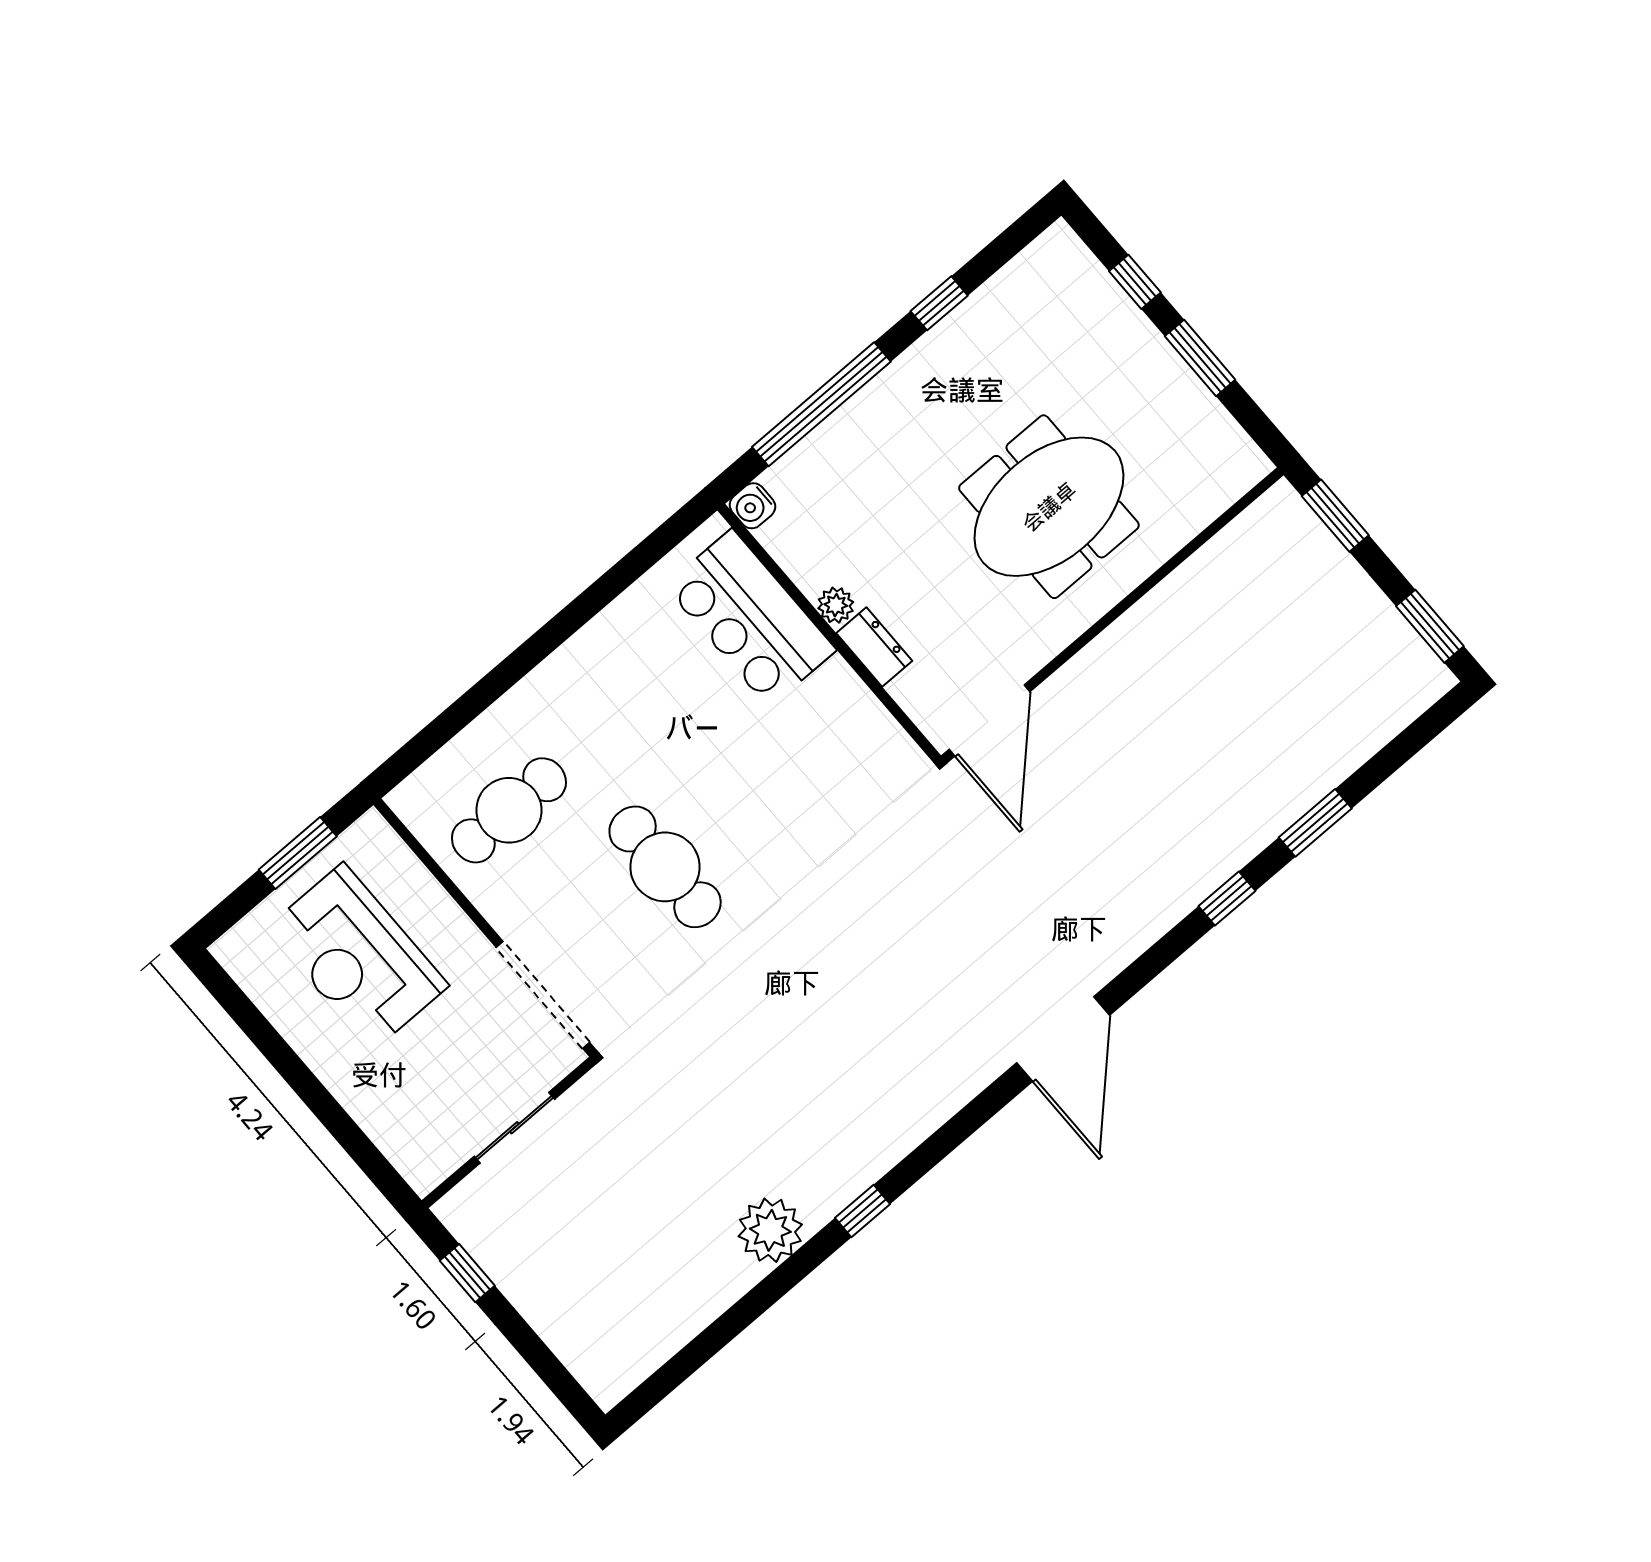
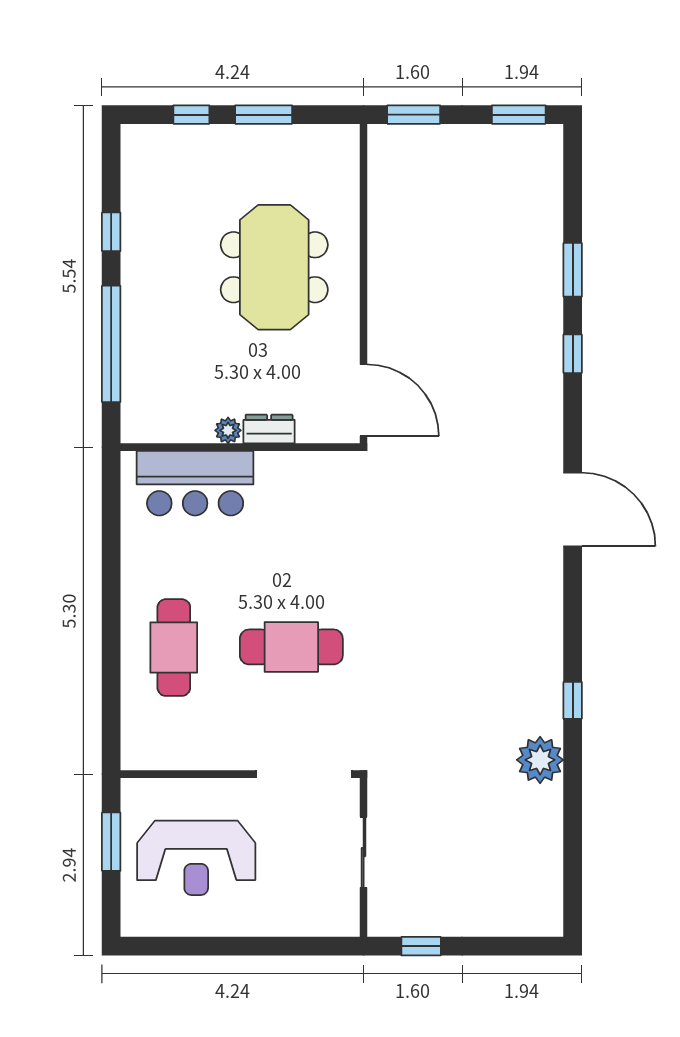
water cooler: (752, 506) -> (134, 429), removed
cafe table: (509, 810) -> (174, 648), moved

